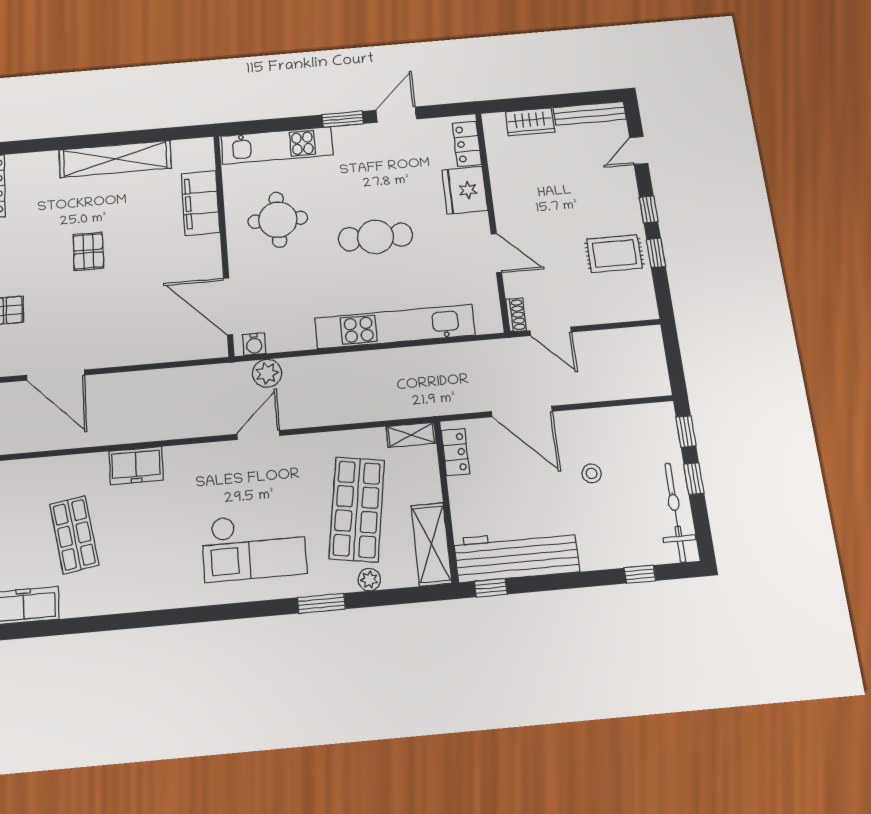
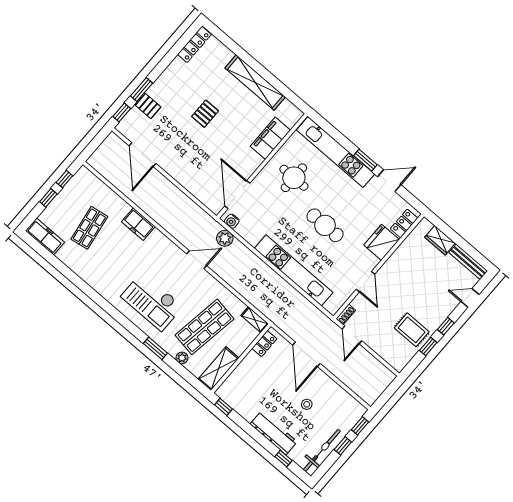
kitchen unit: (277, 145) -> (336, 152), width x1.36
workbench: (516, 555) -> (274, 433), moved, width x0.73, depth x0.76

